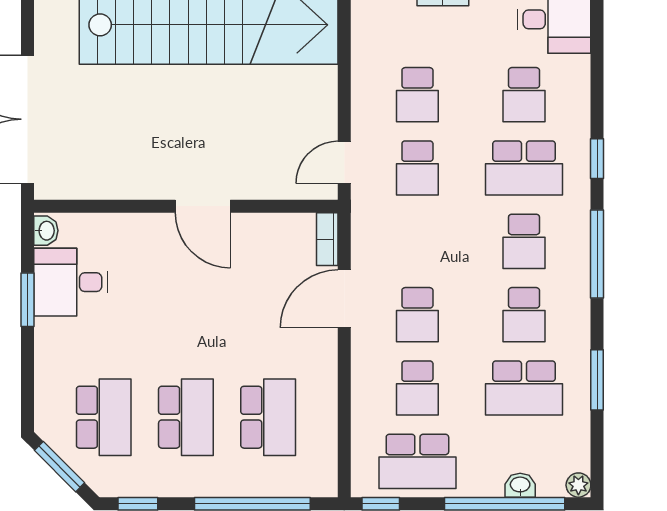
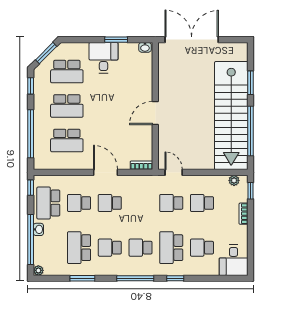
plant: (364, 18) -> (234, 180), added
desk: (71, 282) -> (103, 58), moved
door: (344, 299) -> (106, 172), moved
washbasin: (520, 485) -> (38, 229), moved

